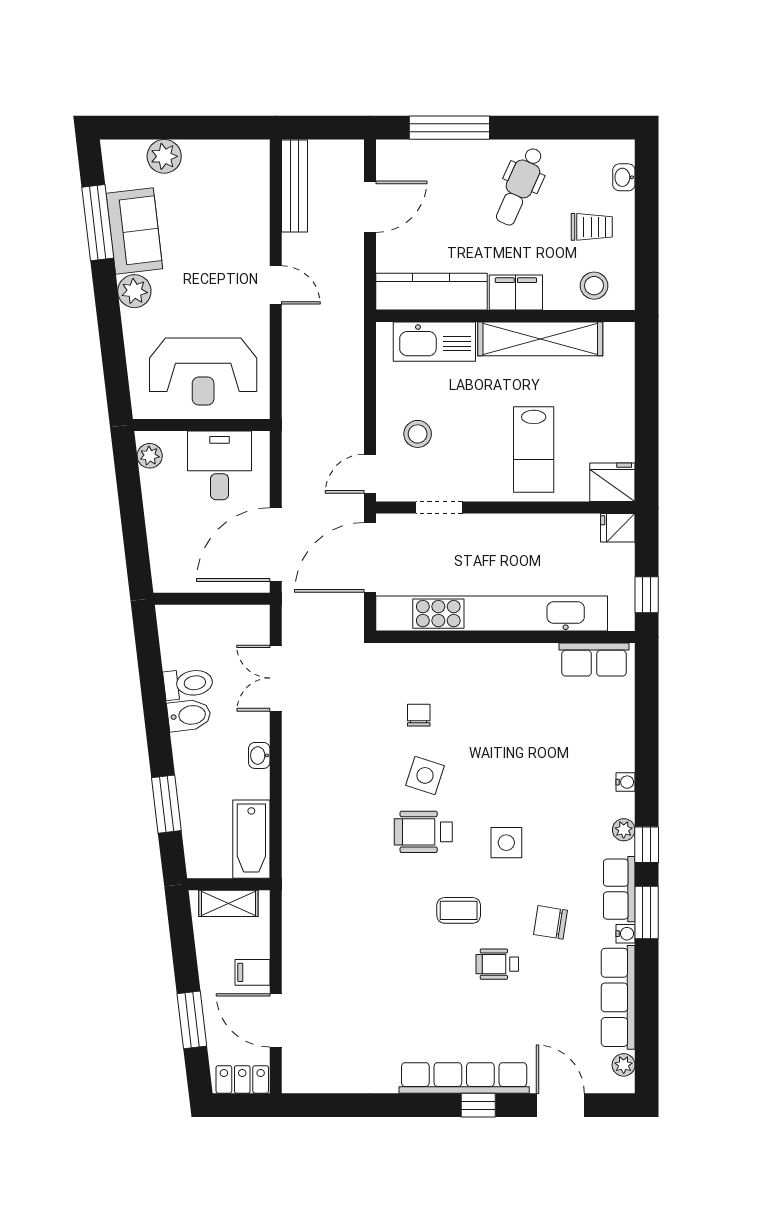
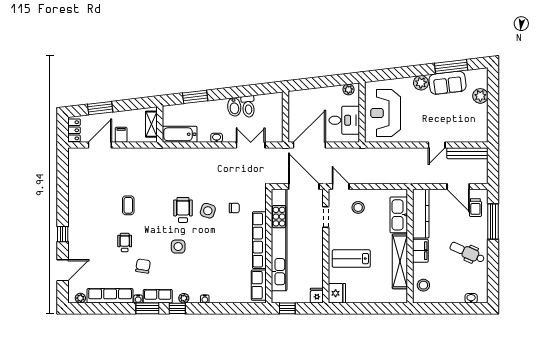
trolley: (592, 227) -> (475, 208), moved
door: (276, 285) -> (437, 145), moved
door: (276, 545) -> (309, 145), hinge flipped
coffee table: (459, 910) -> (128, 205), moved
row of seats: (464, 1078) -> (259, 240), moved, turned 180

